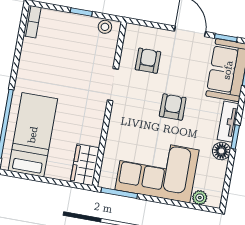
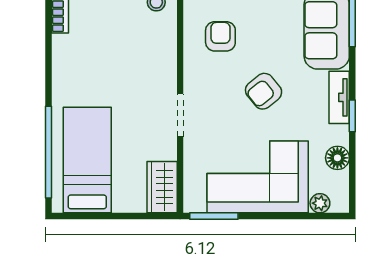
doorway: (113, 85) -> (180, 115), moved
armchair: (173, 107) -> (264, 91), turned -129
floor lamp: (221, 151) -> (337, 158), moved

